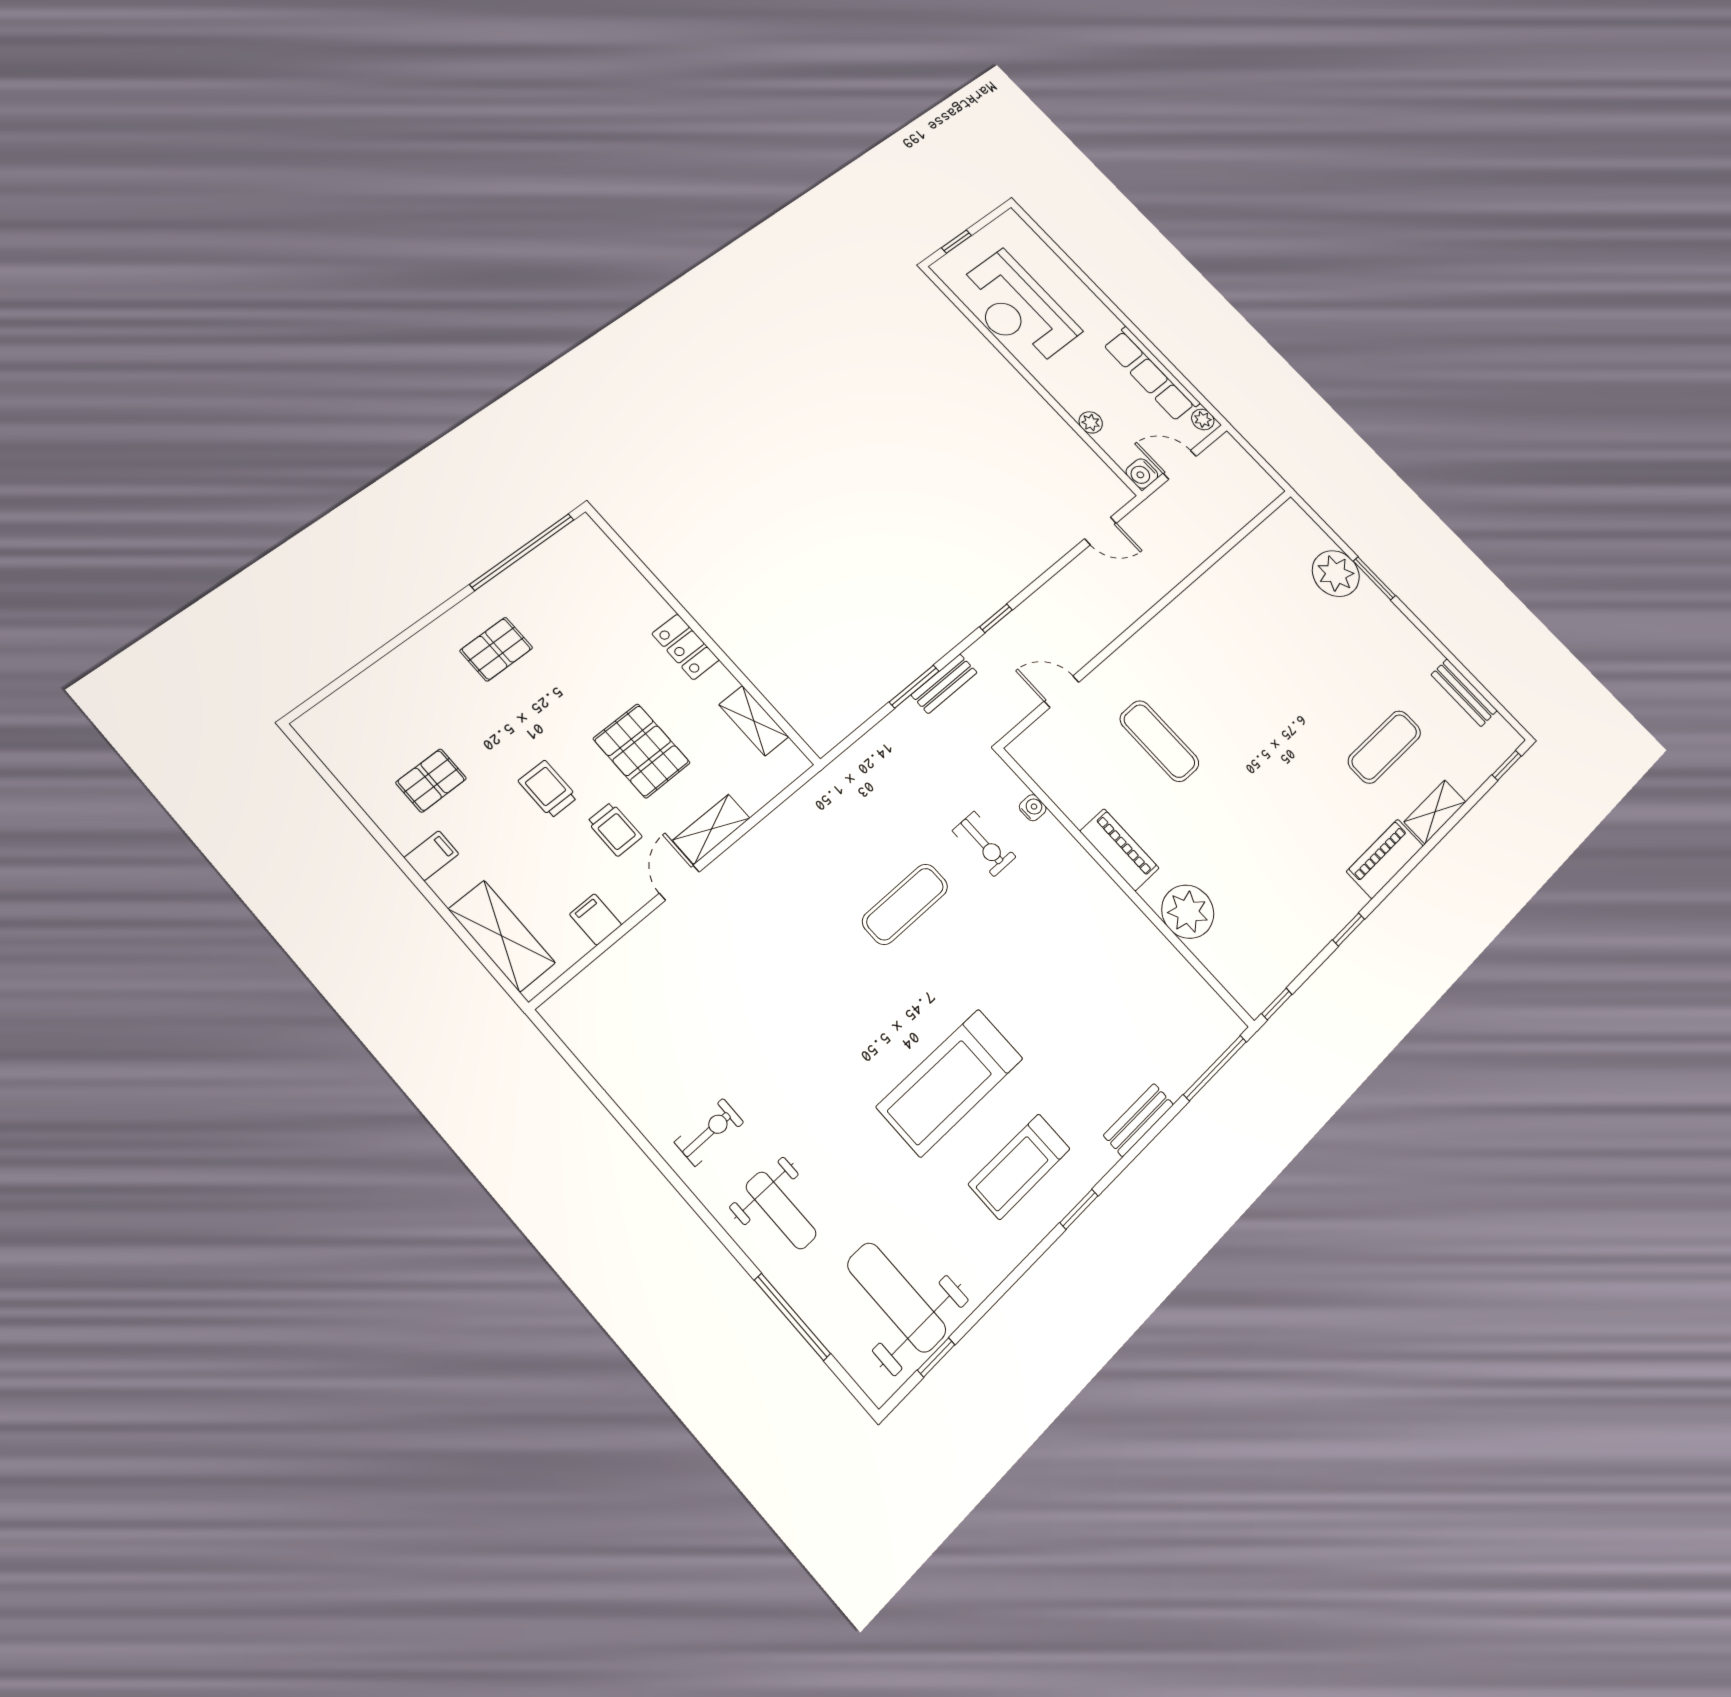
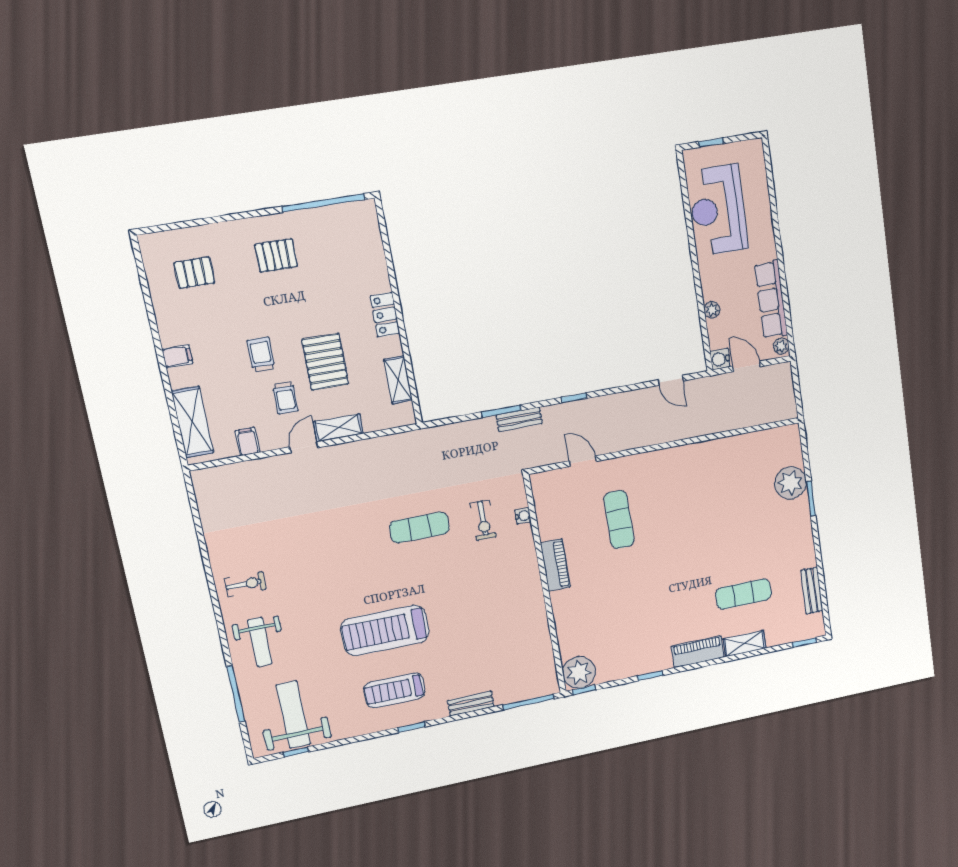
pallet: (431, 781) -> (194, 273), moved
plant: (1188, 912) -> (579, 672), moved

